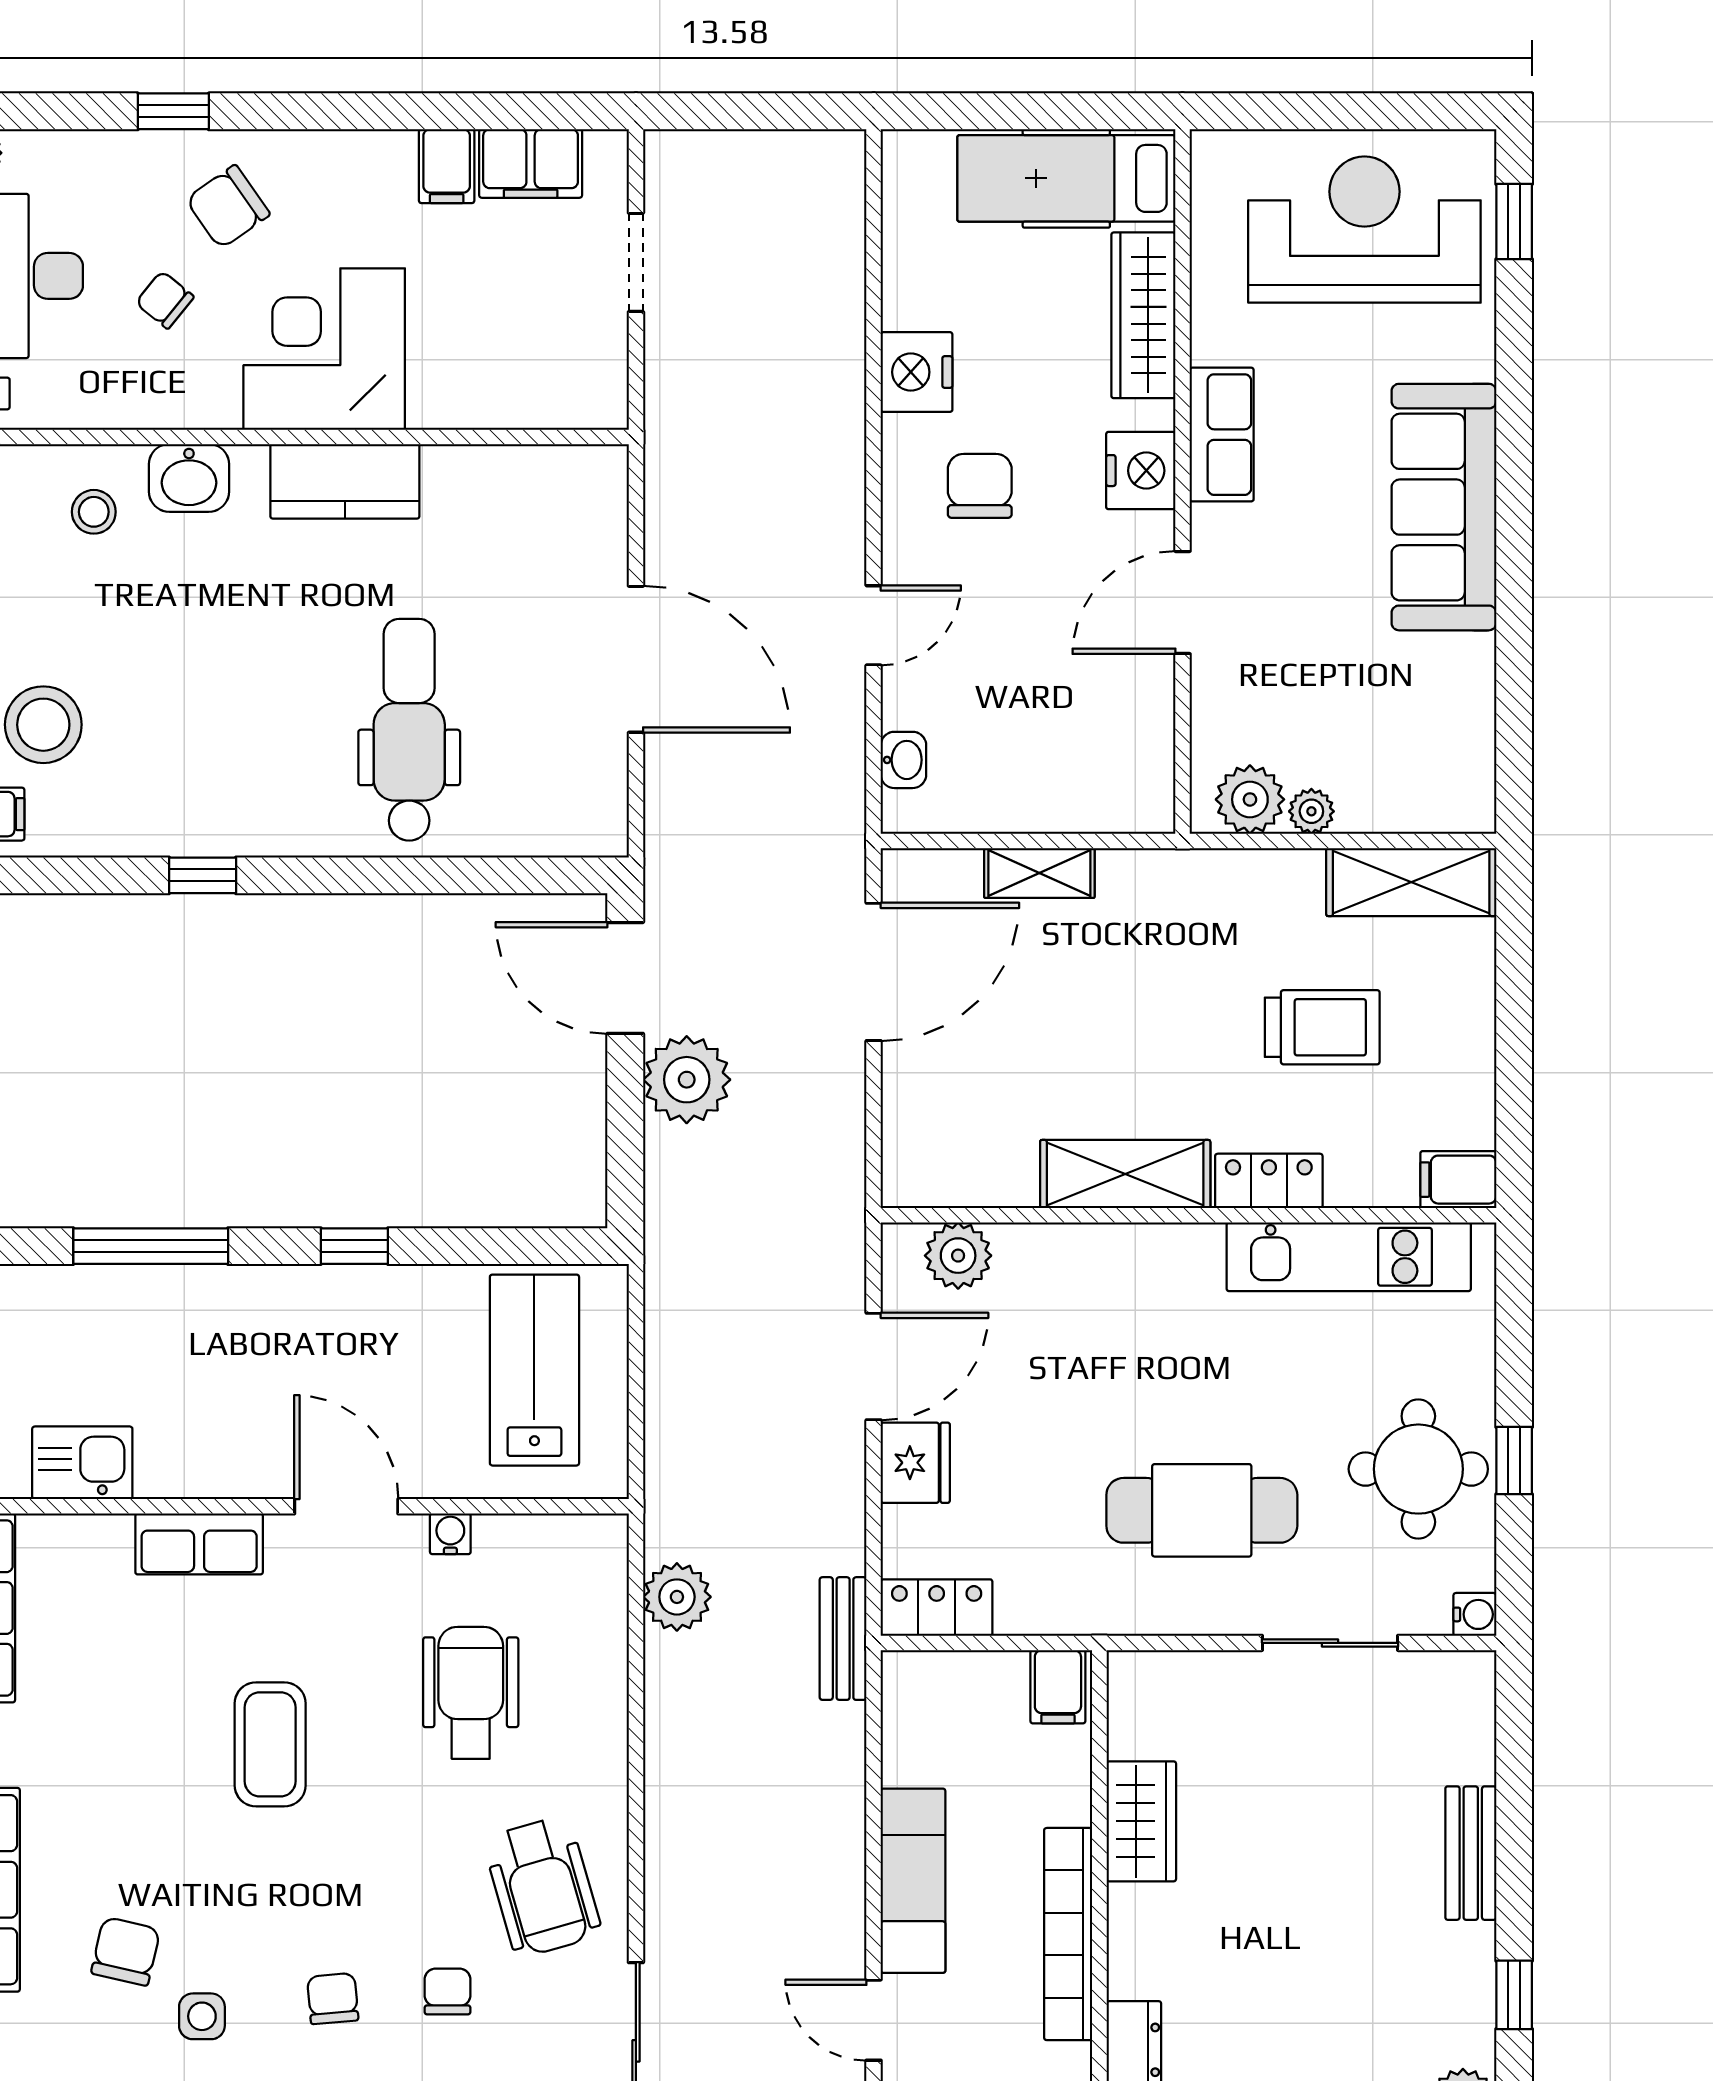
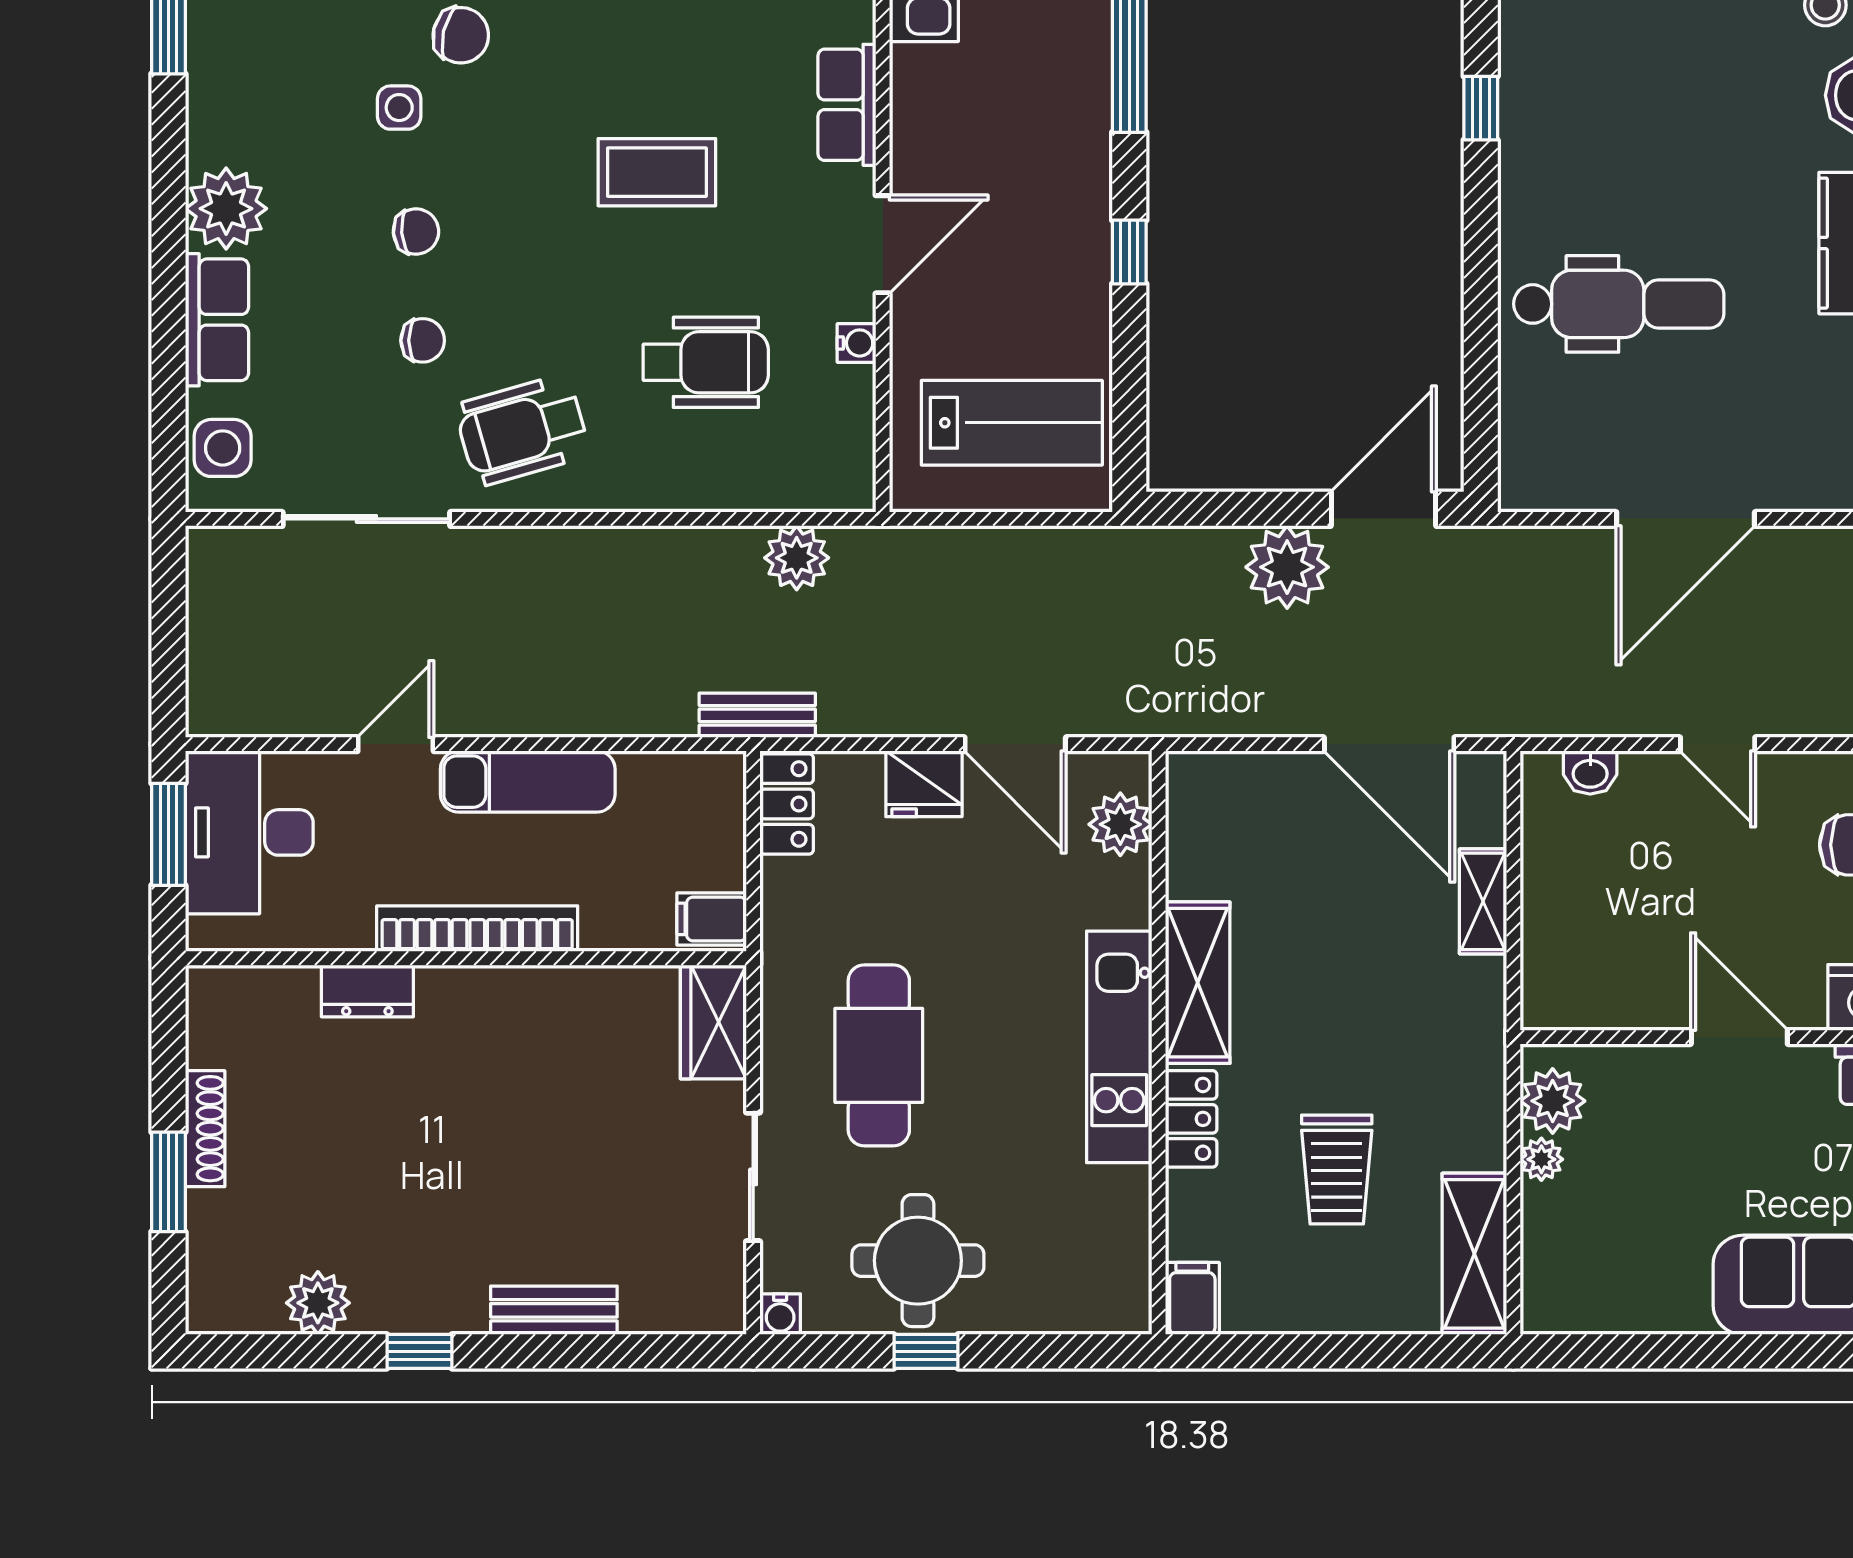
kitchen unit: (1349, 1257) -> (1119, 1047), moved
wardrobe: (1141, 1821) -> (713, 1022), moved, turned 90

